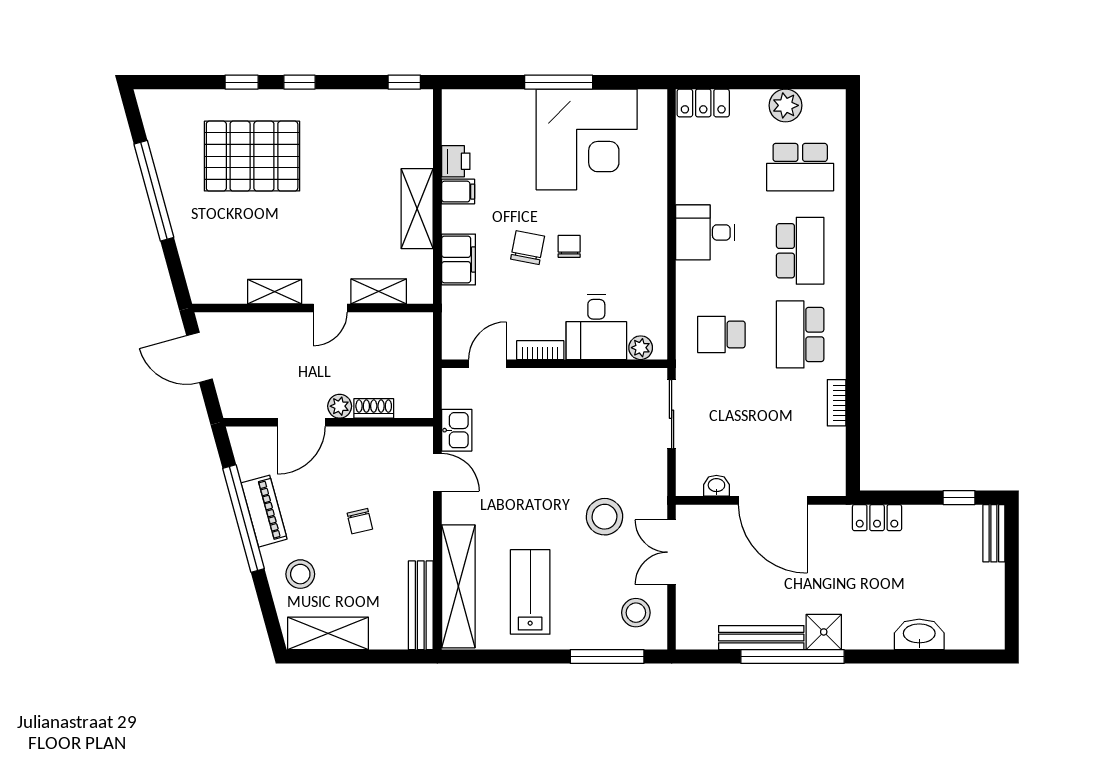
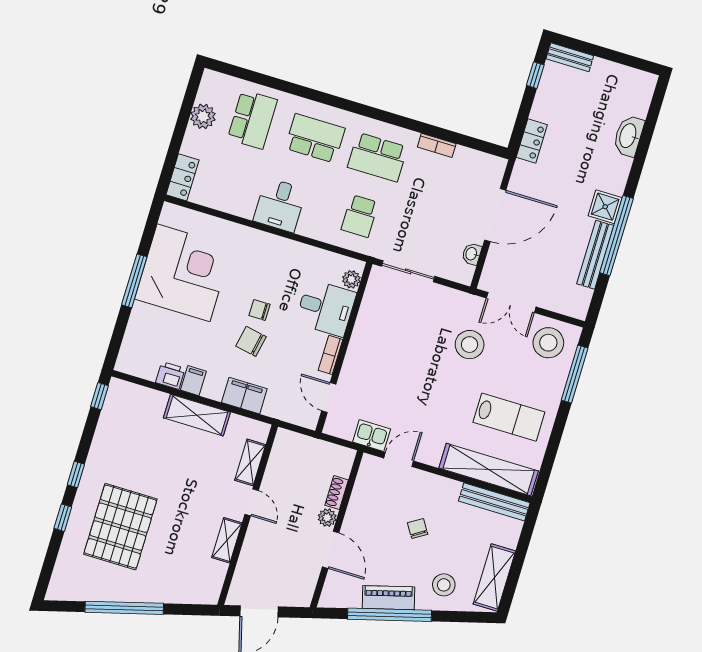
chair: (360, 521) -> (418, 528), turned -109
lab bench: (530, 592) -> (509, 417), turned 180
stool: (636, 613) -> (548, 343), width x1.38, depth x1.38

